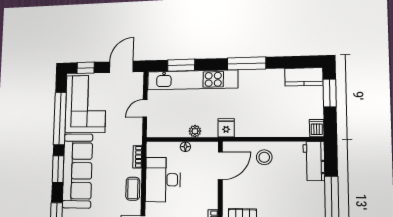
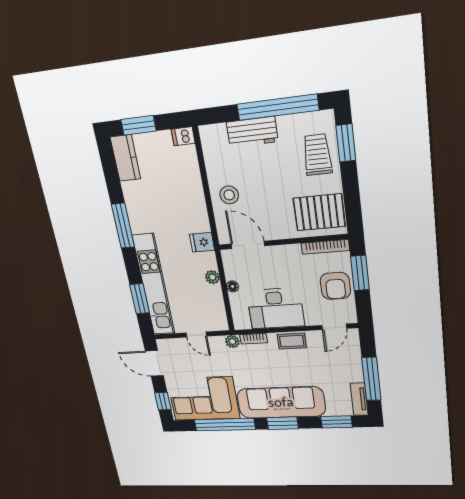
plant: (136, 138) -> (232, 342), added
workbench: (314, 161) -> (252, 132), moved

